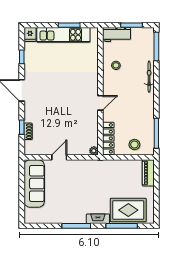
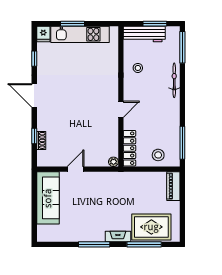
window: (69, 25) -> (72, 24), moved
workbench: (117, 35) -> (144, 34), width x1.38

